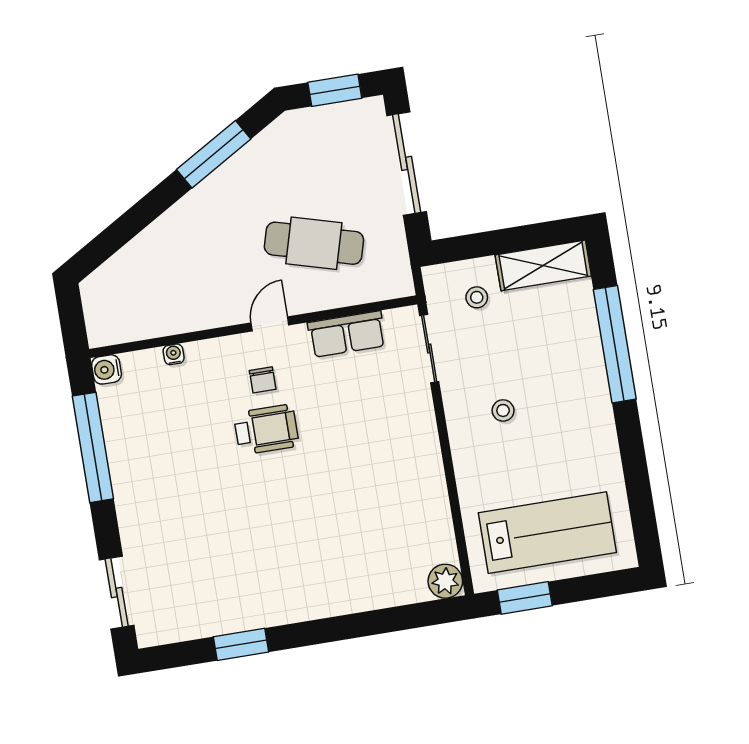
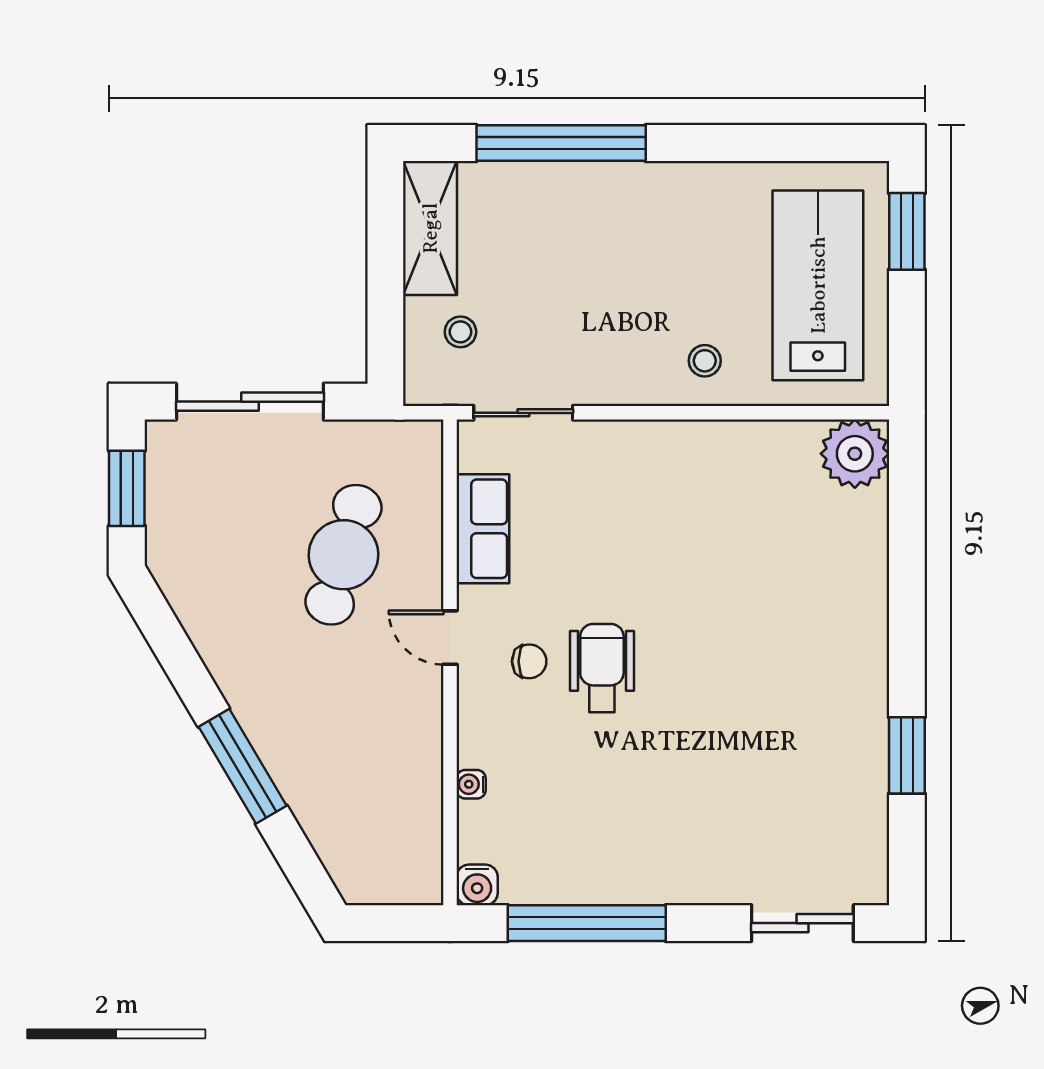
window: (214, 154) -> (243, 766), moved
stool: (503, 410) -> (705, 361), moved
plant: (445, 581) -> (855, 454), width x1.36, depth x1.36
window: (525, 598) -> (907, 231), moved

